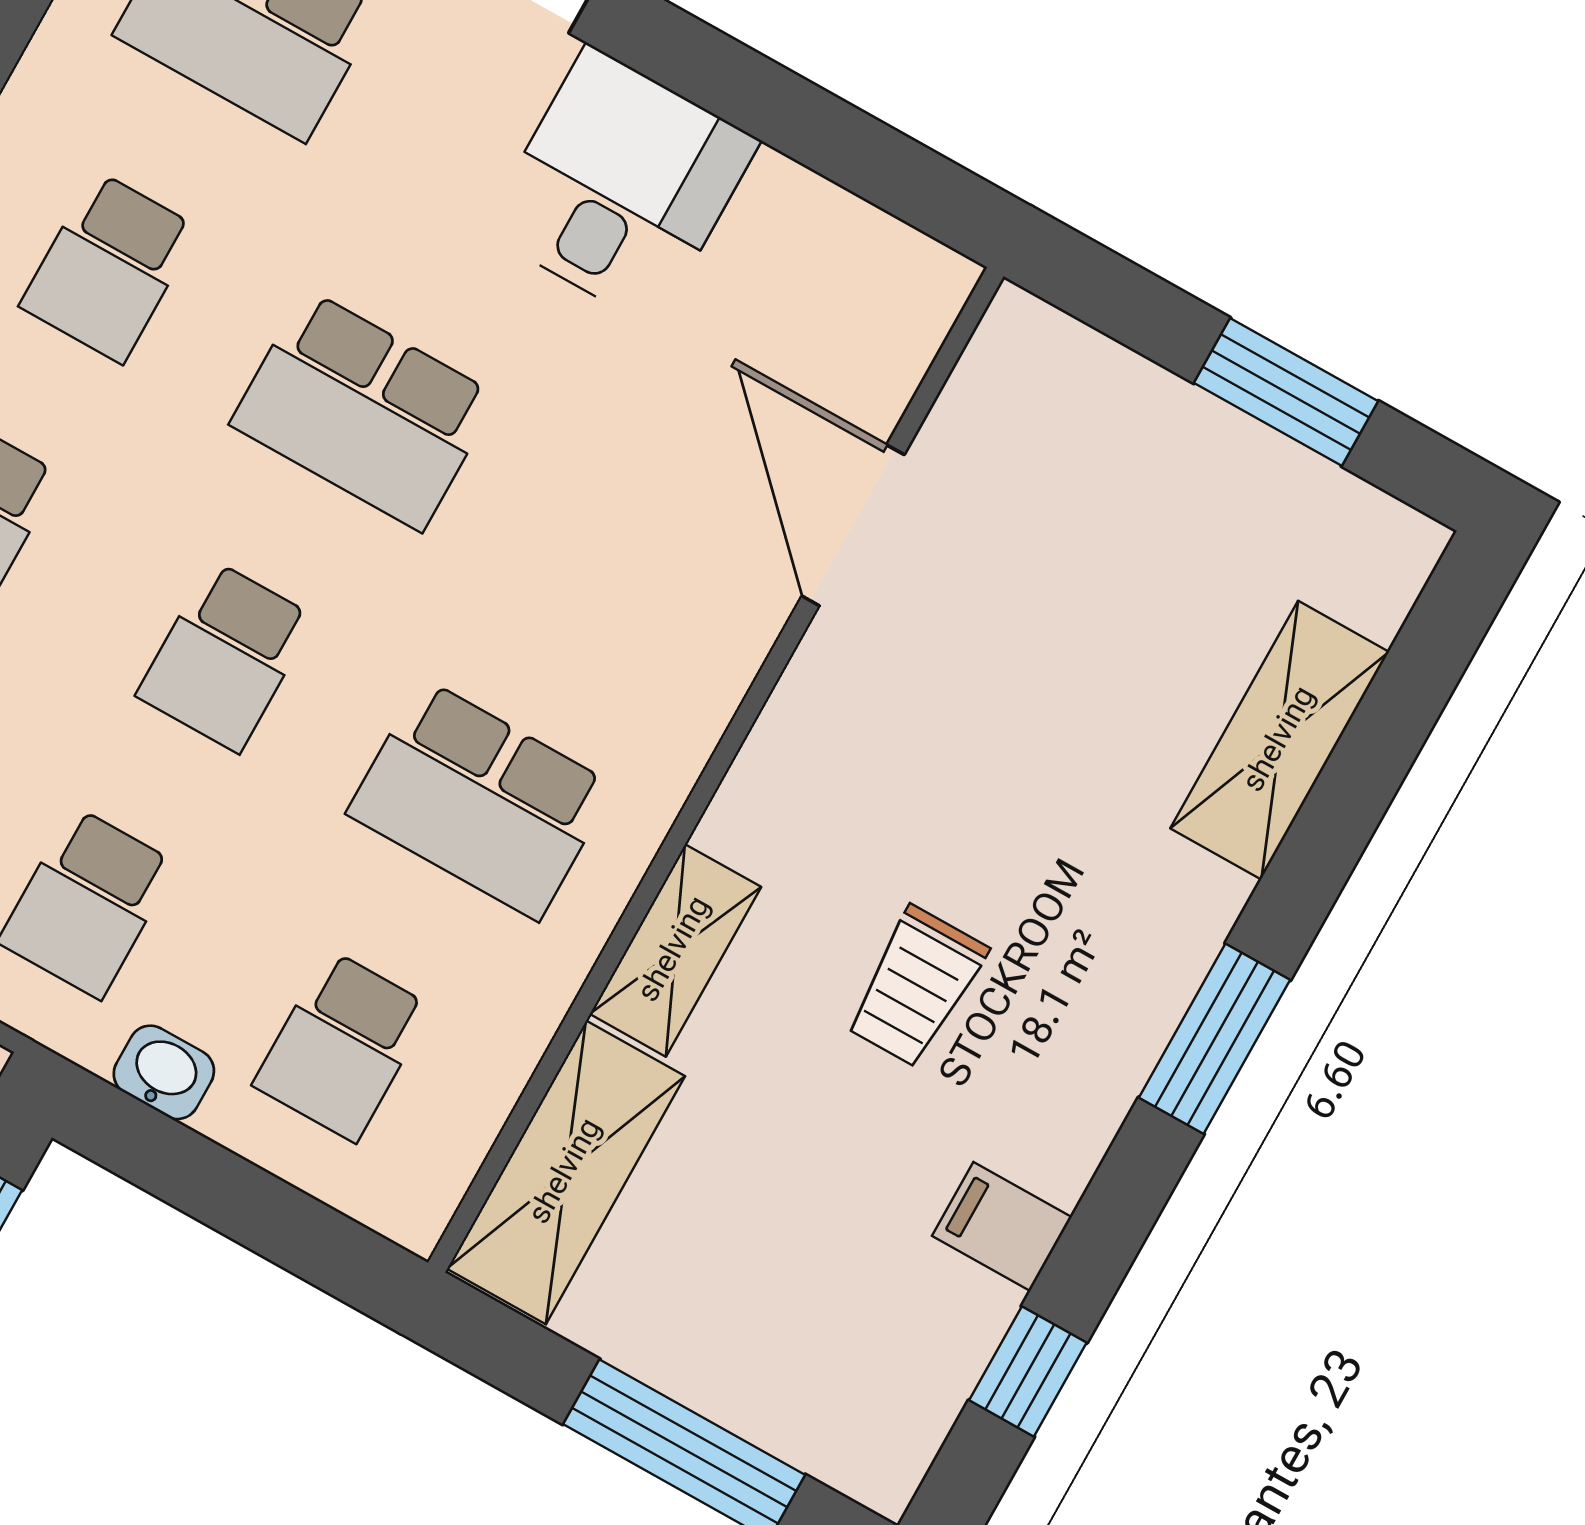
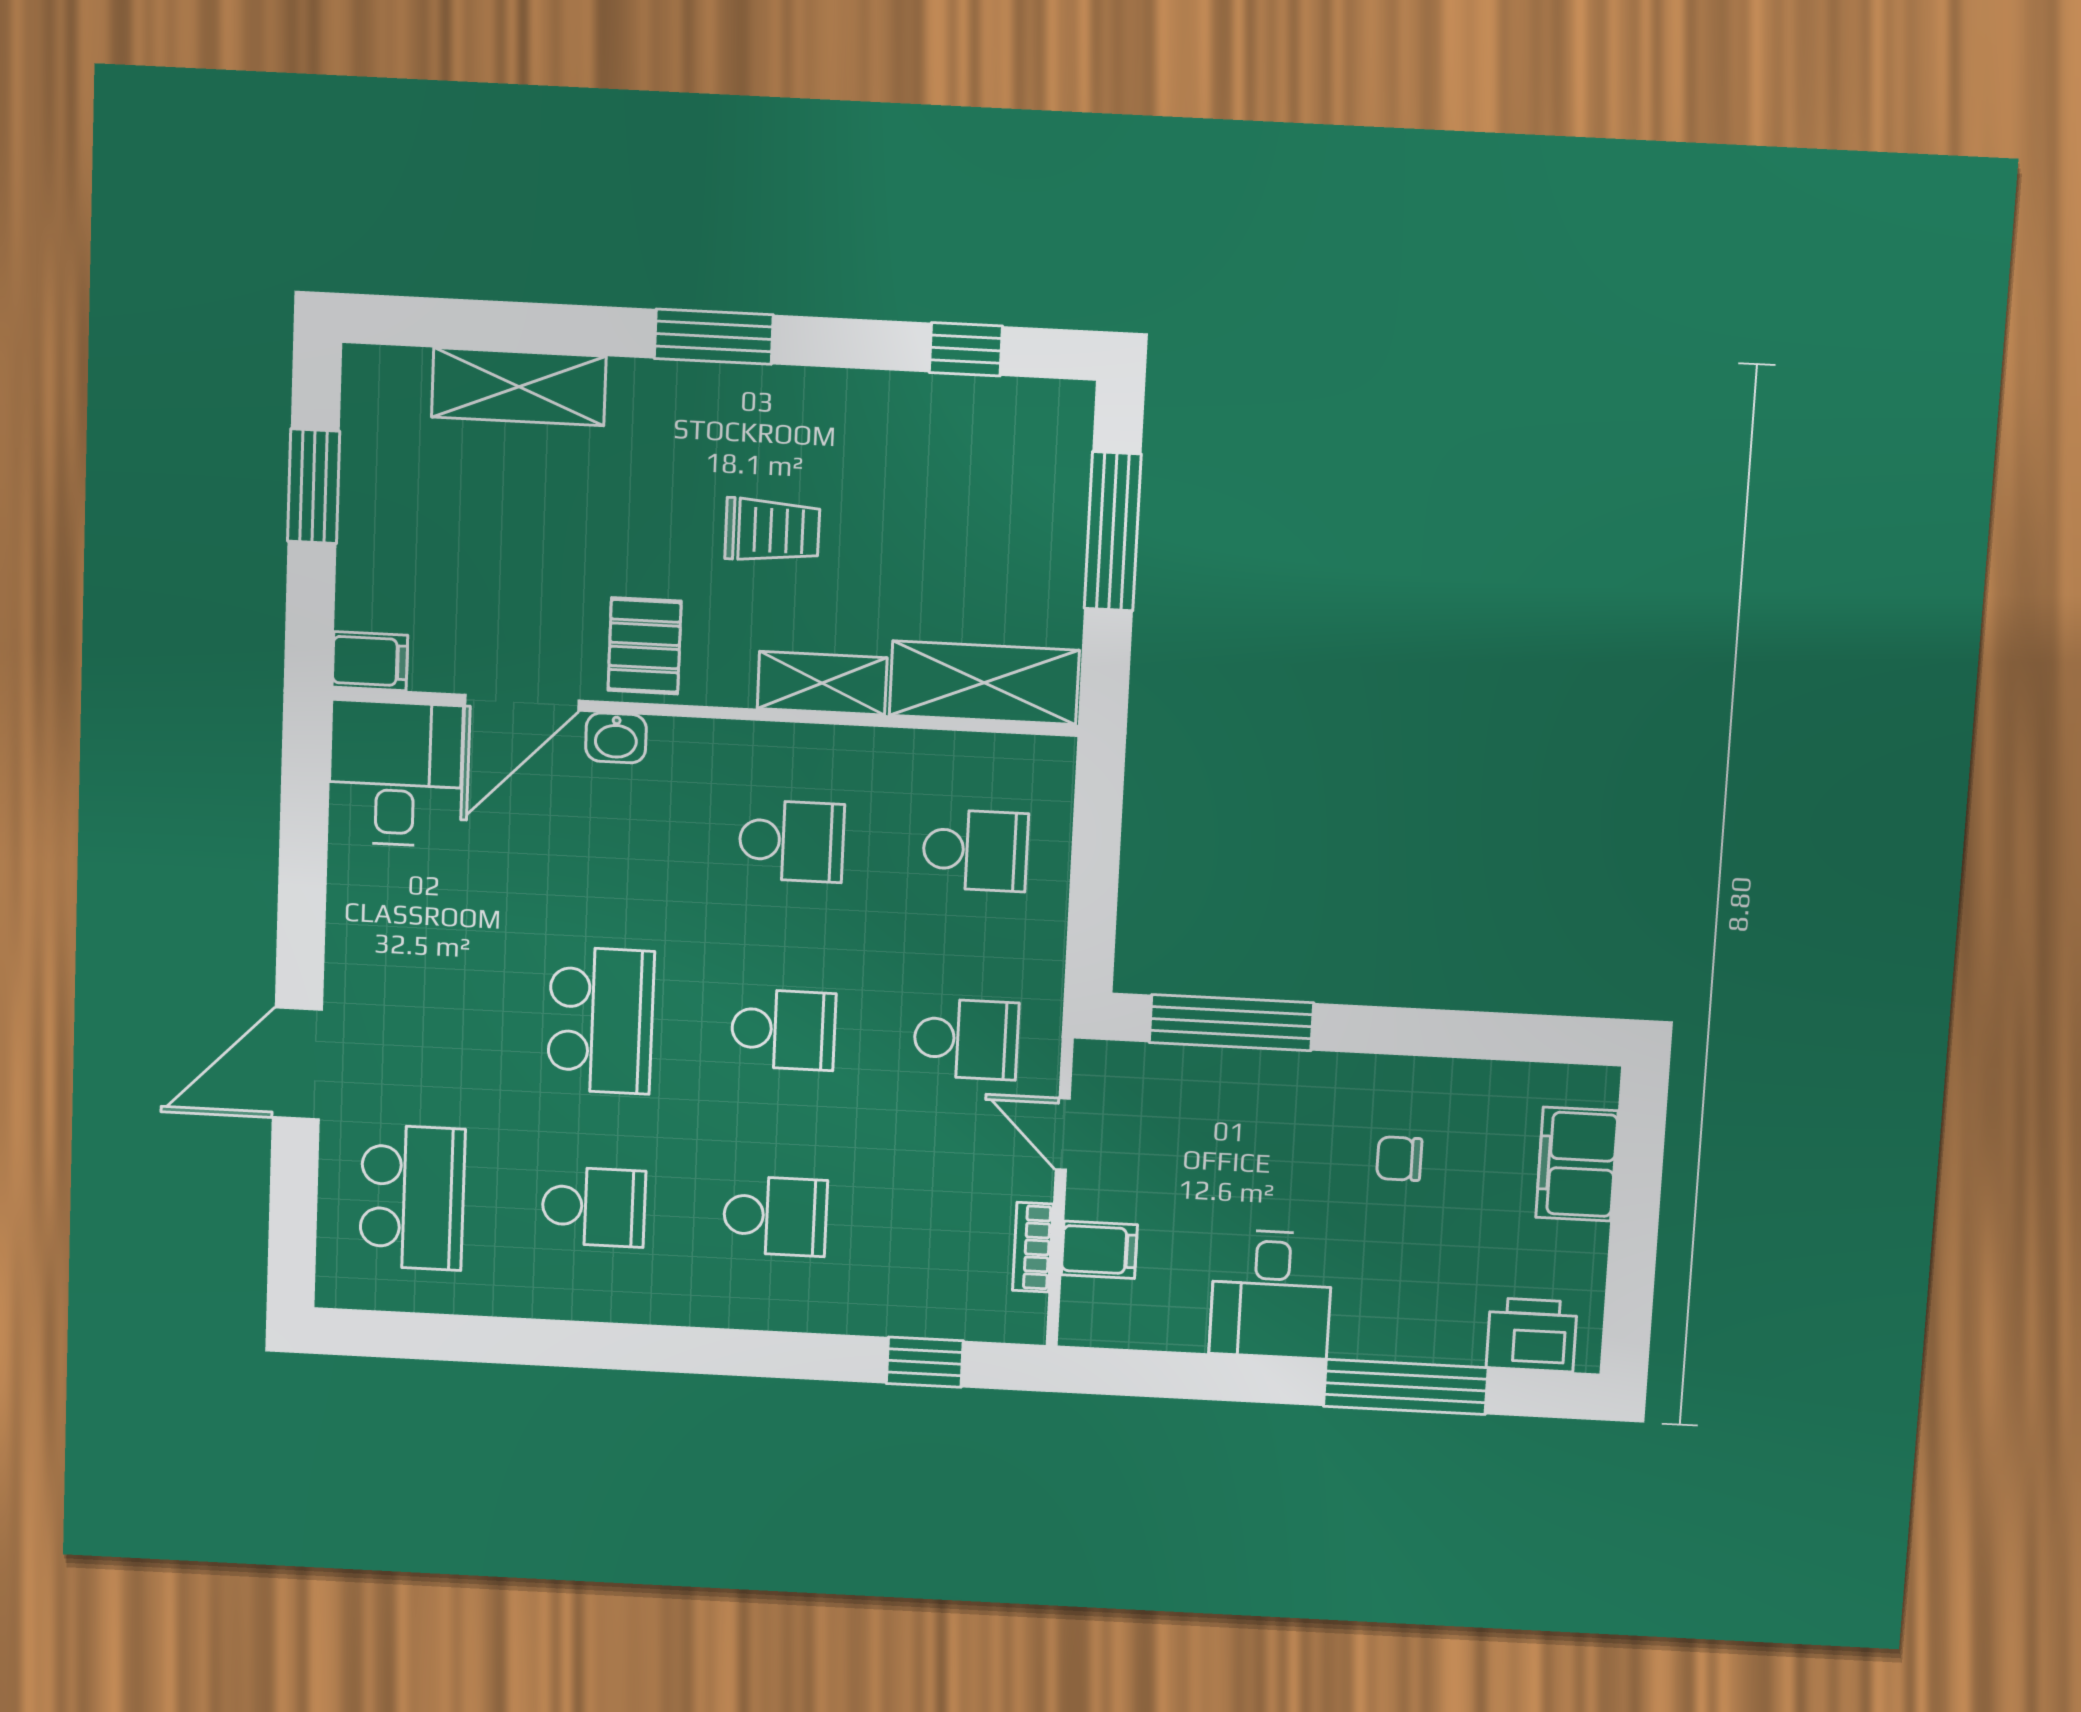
desk: (621, 186) -> (395, 774), moved, turned 90
pallet: (847, 733) -> (645, 646), added
school desk: (481, 800) -> (792, 841), width x0.54
washbasin: (164, 1072) -> (616, 738), moved, turned -90
filing cabinet: (1002, 1226) -> (370, 661), moved, turned -90

